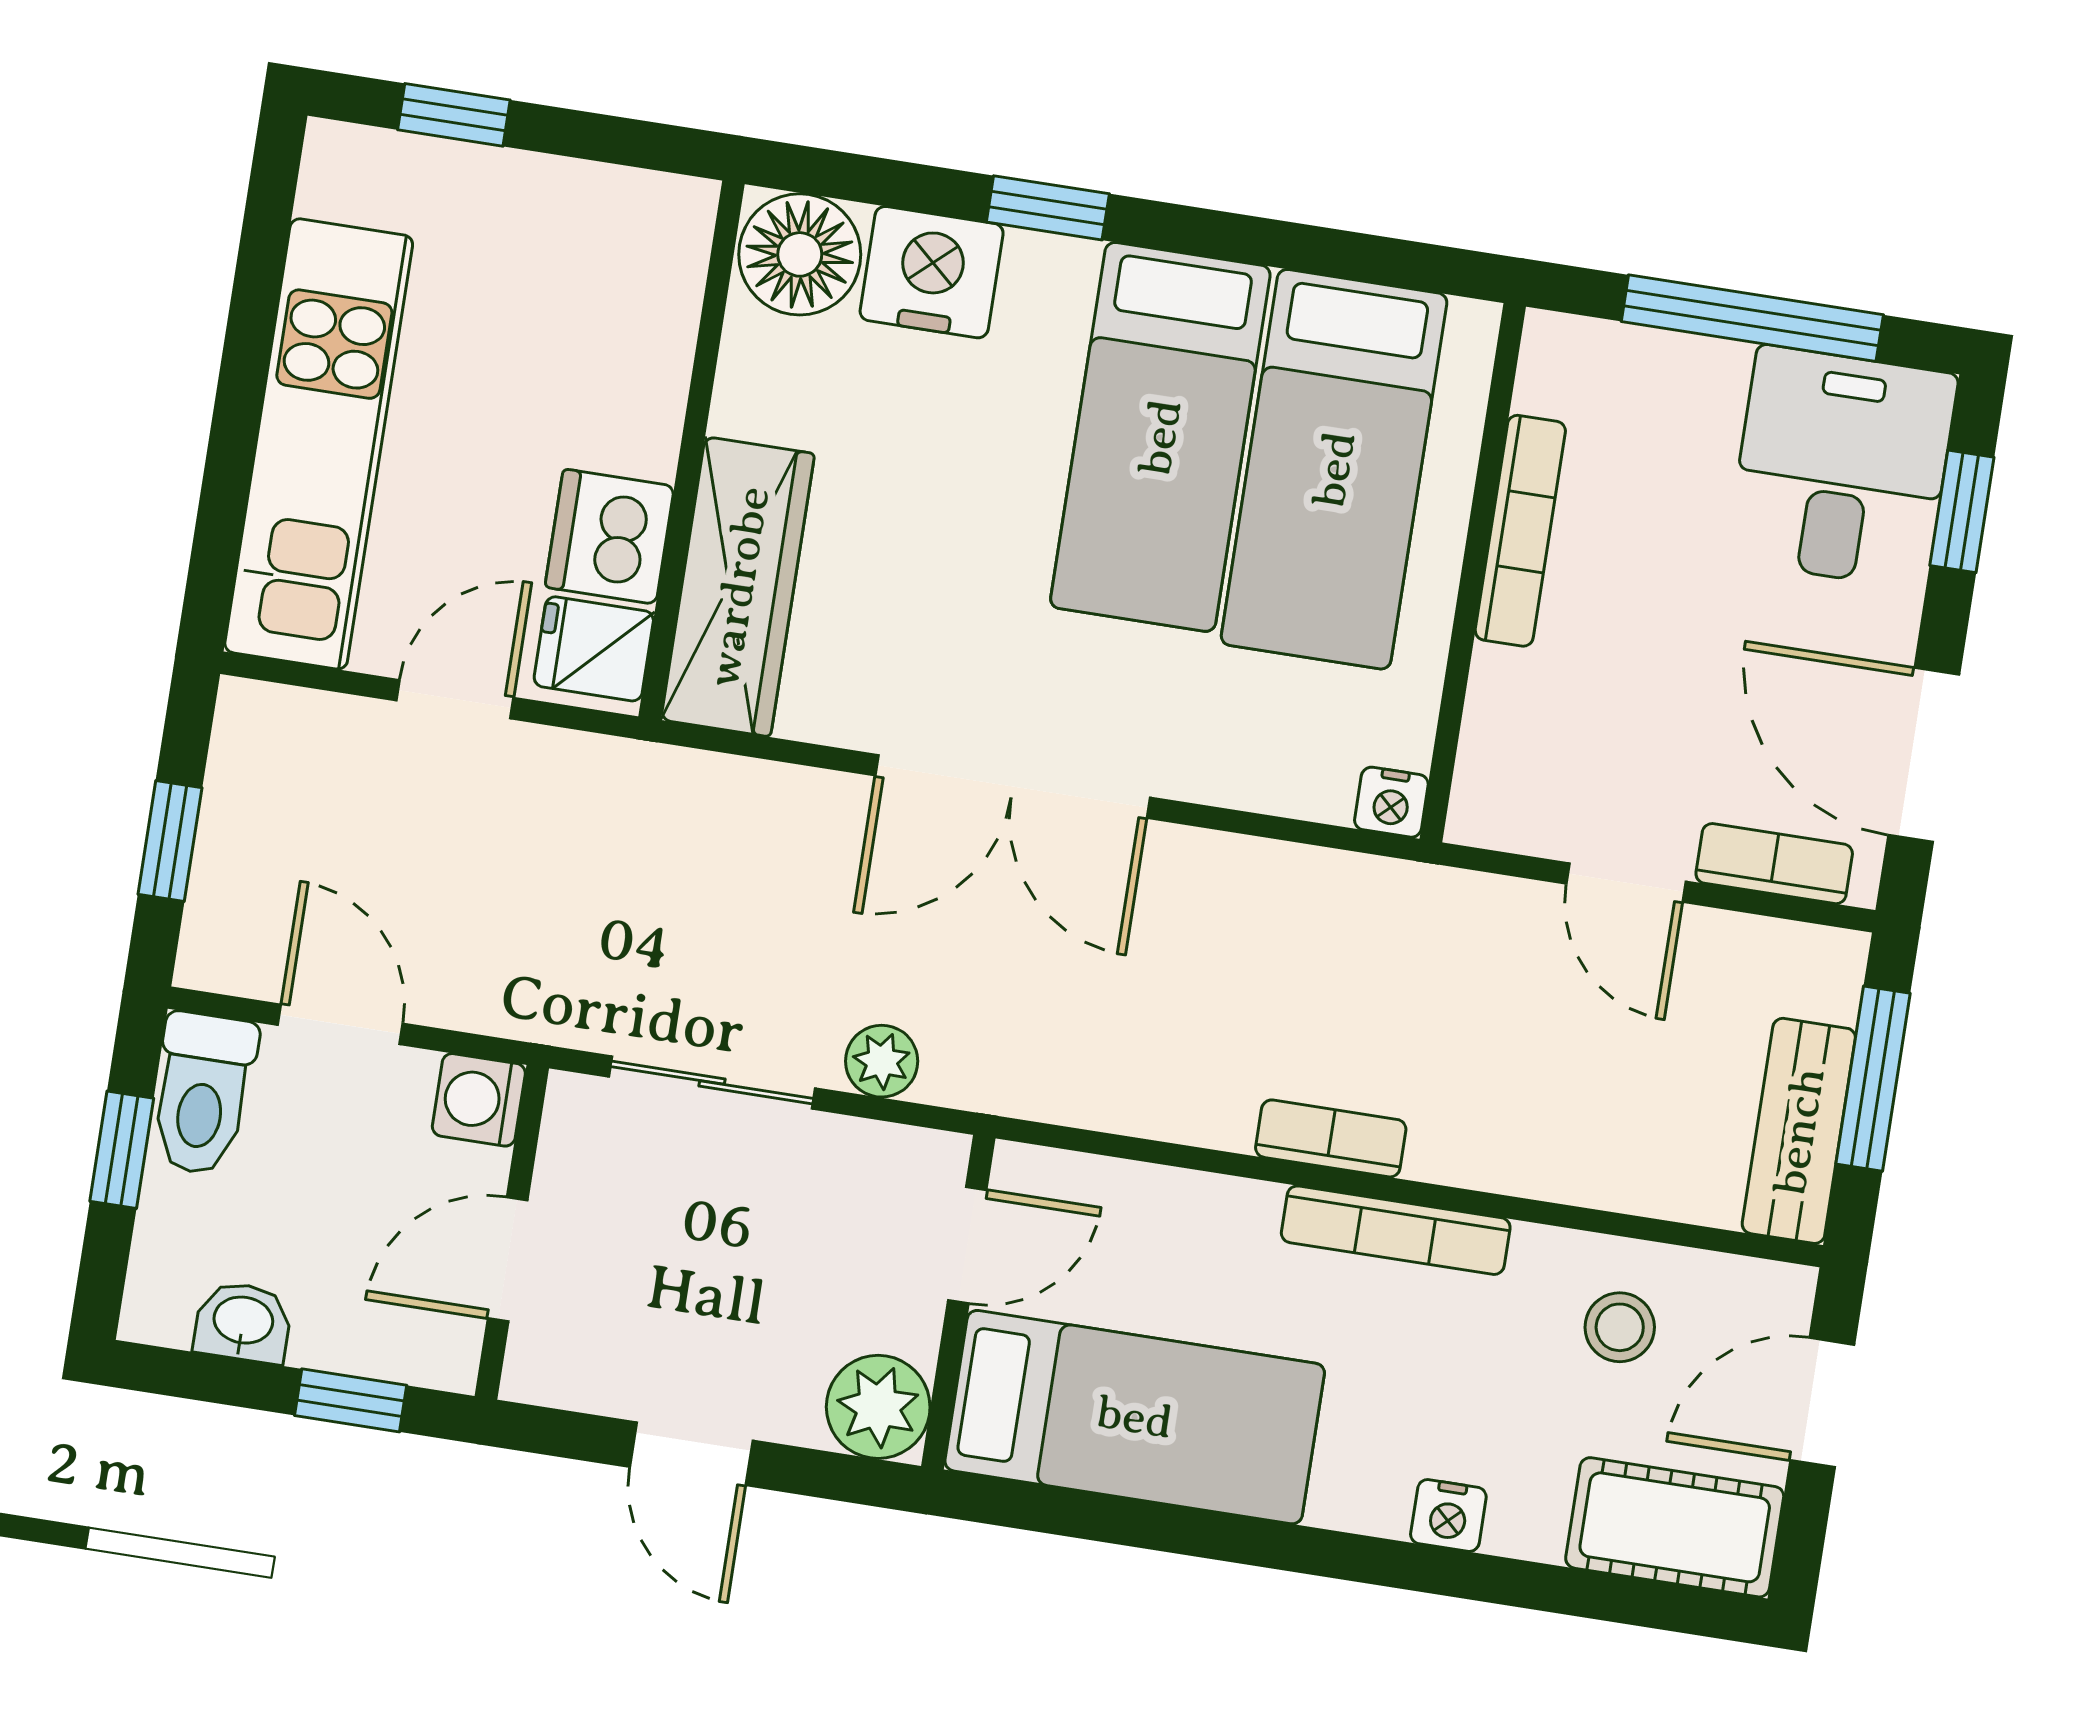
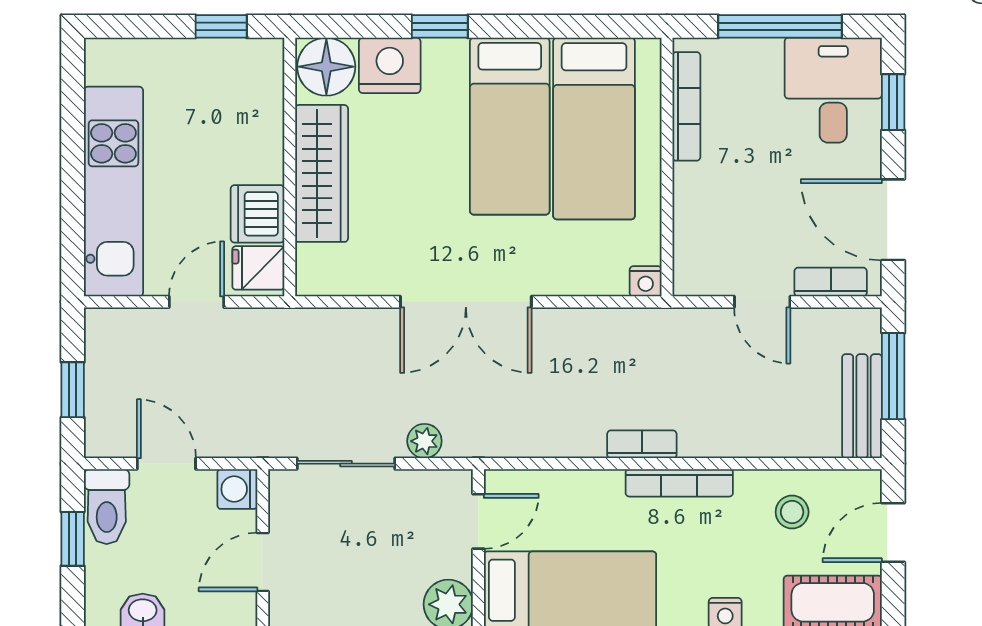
window: (454, 115) -> (221, 26), moved
bookcase: (1520, 531) -> (686, 106), moved
wardrobe: (738, 587) -> (322, 173), moved

